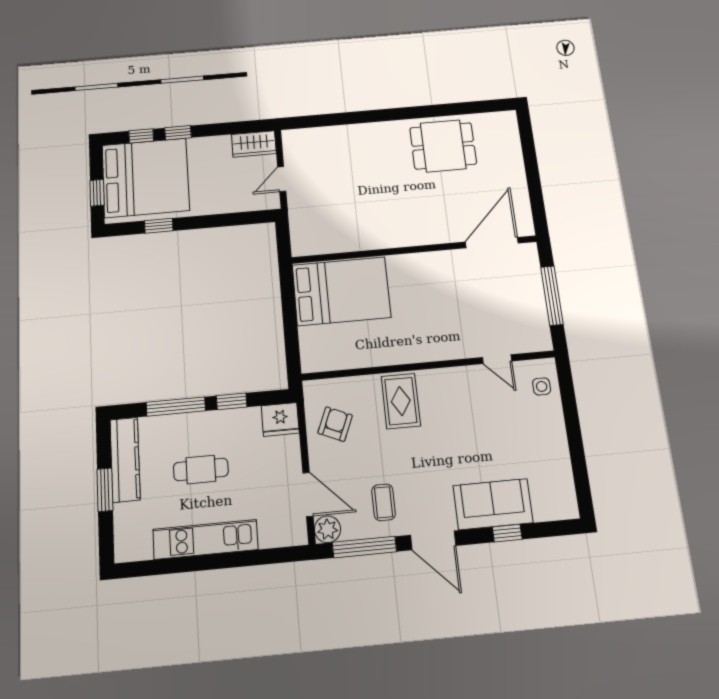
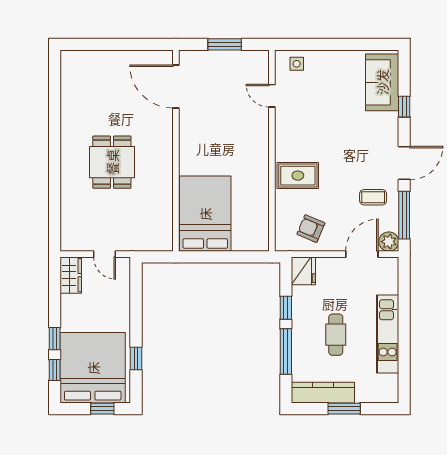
dining table: (443, 146) -> (112, 162), moved
window: (552, 296) -> (225, 44), width x0.69
door: (497, 359) -> (272, 96), swing flipped
sofa: (493, 504) -> (382, 82), moved

